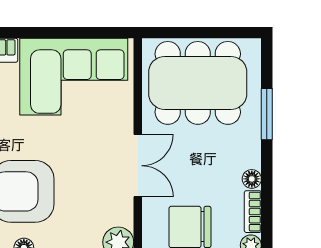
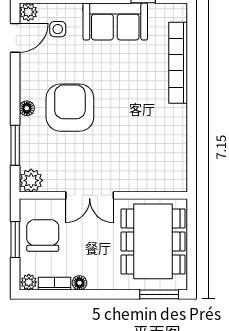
corner sofa: (74, 77) -> (158, 146), removed
window: (267, 114) -> (159, 294), moved

